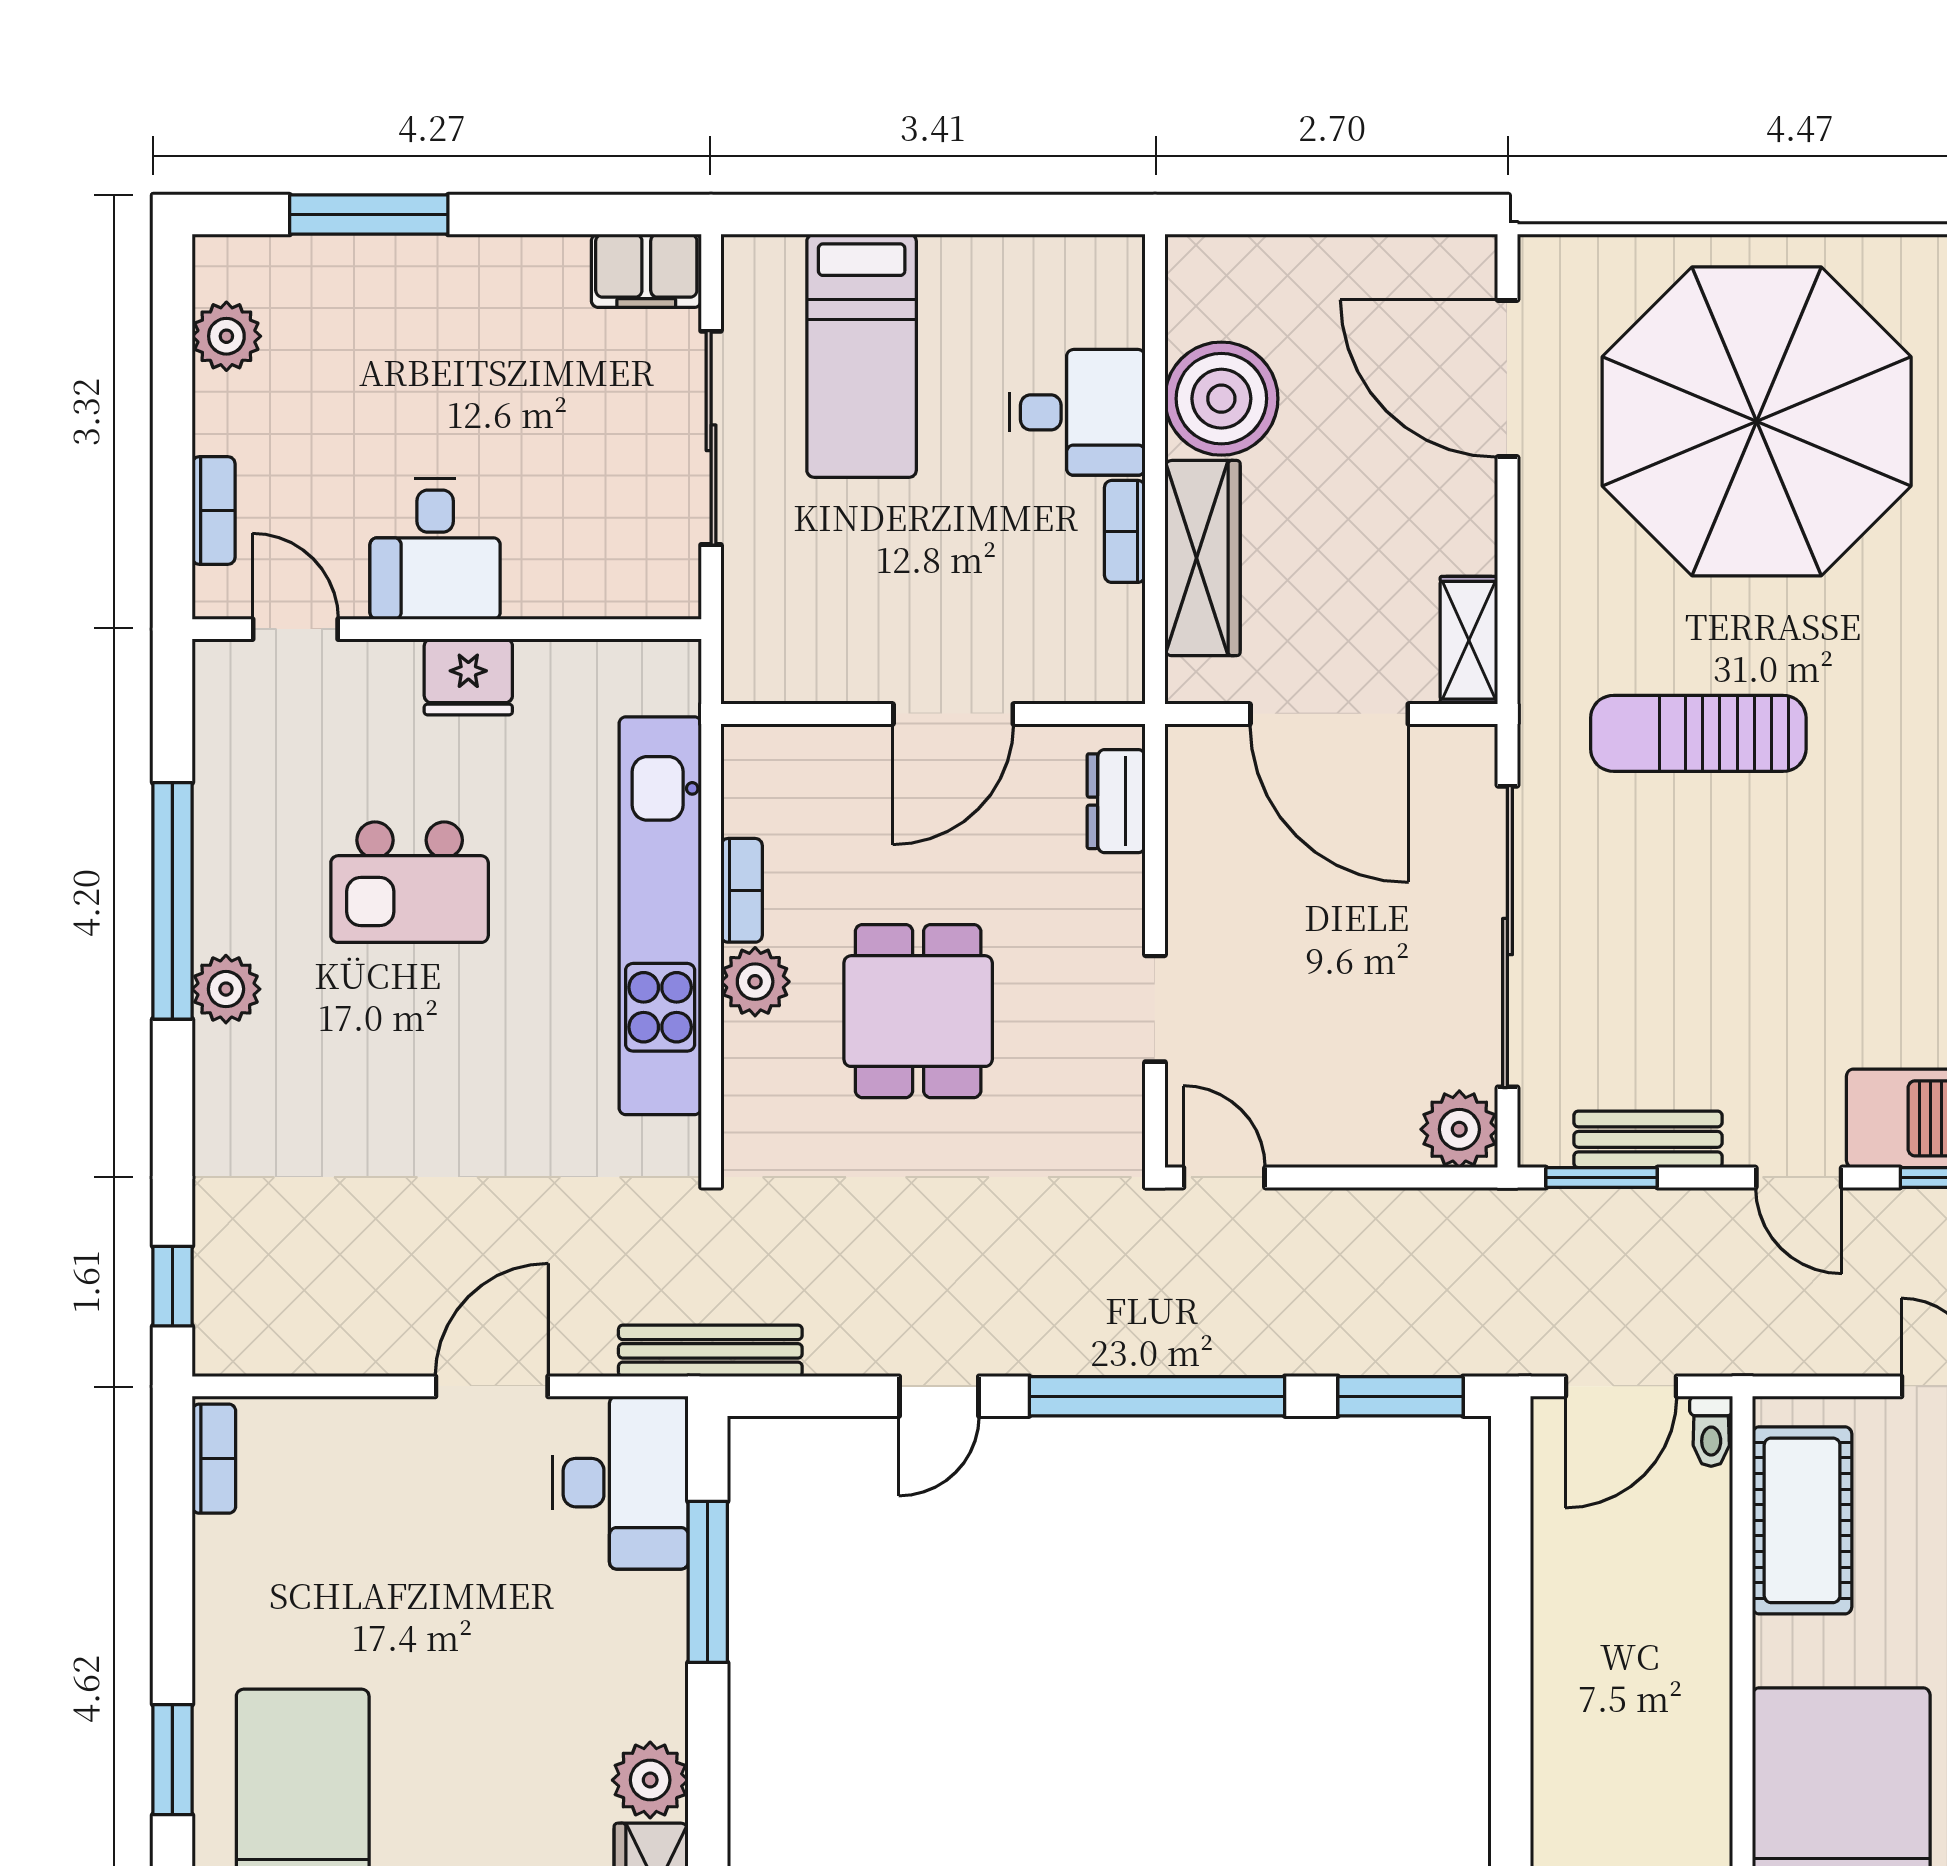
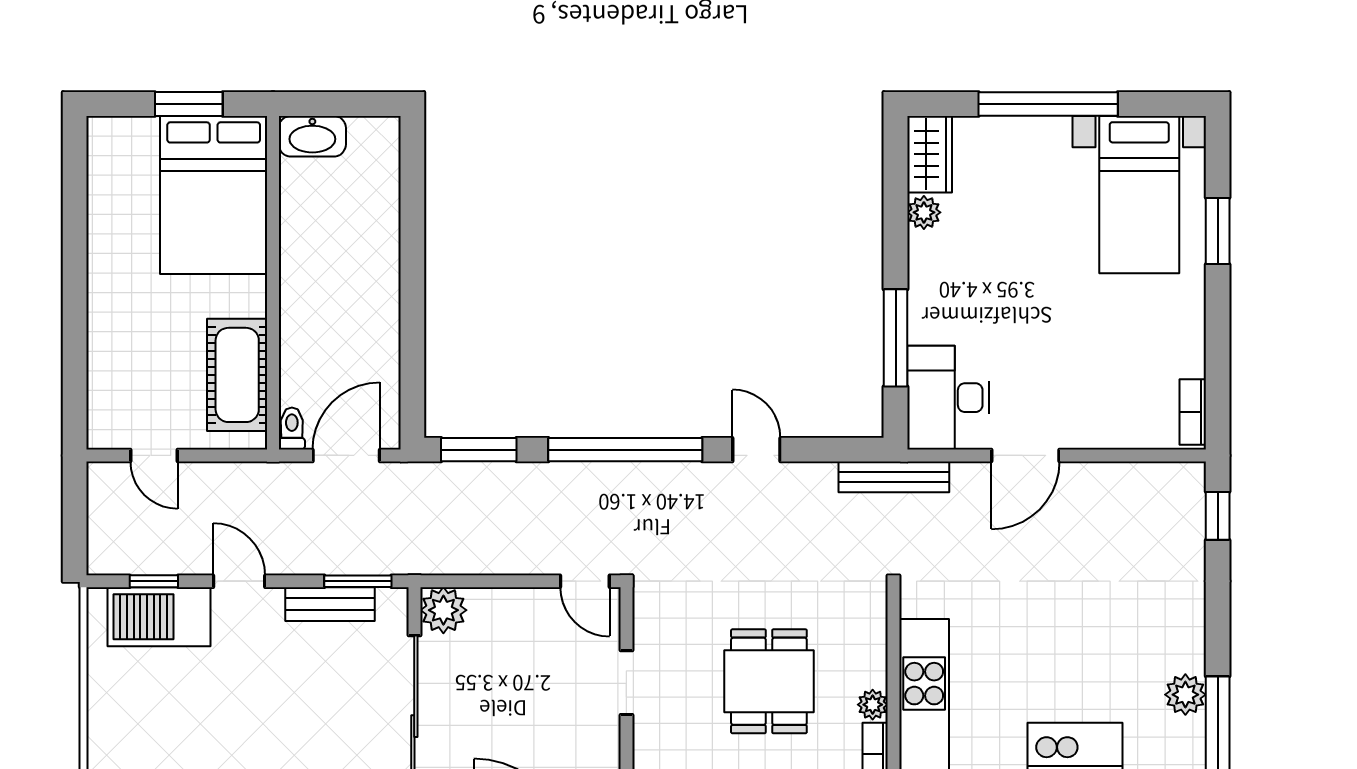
plant: (755, 982) -> (873, 705), width x0.73, depth x0.73
door: (939, 1396) -> (756, 450), hinge flipped
plant: (650, 1780) -> (924, 212), width x0.73, depth x0.73

